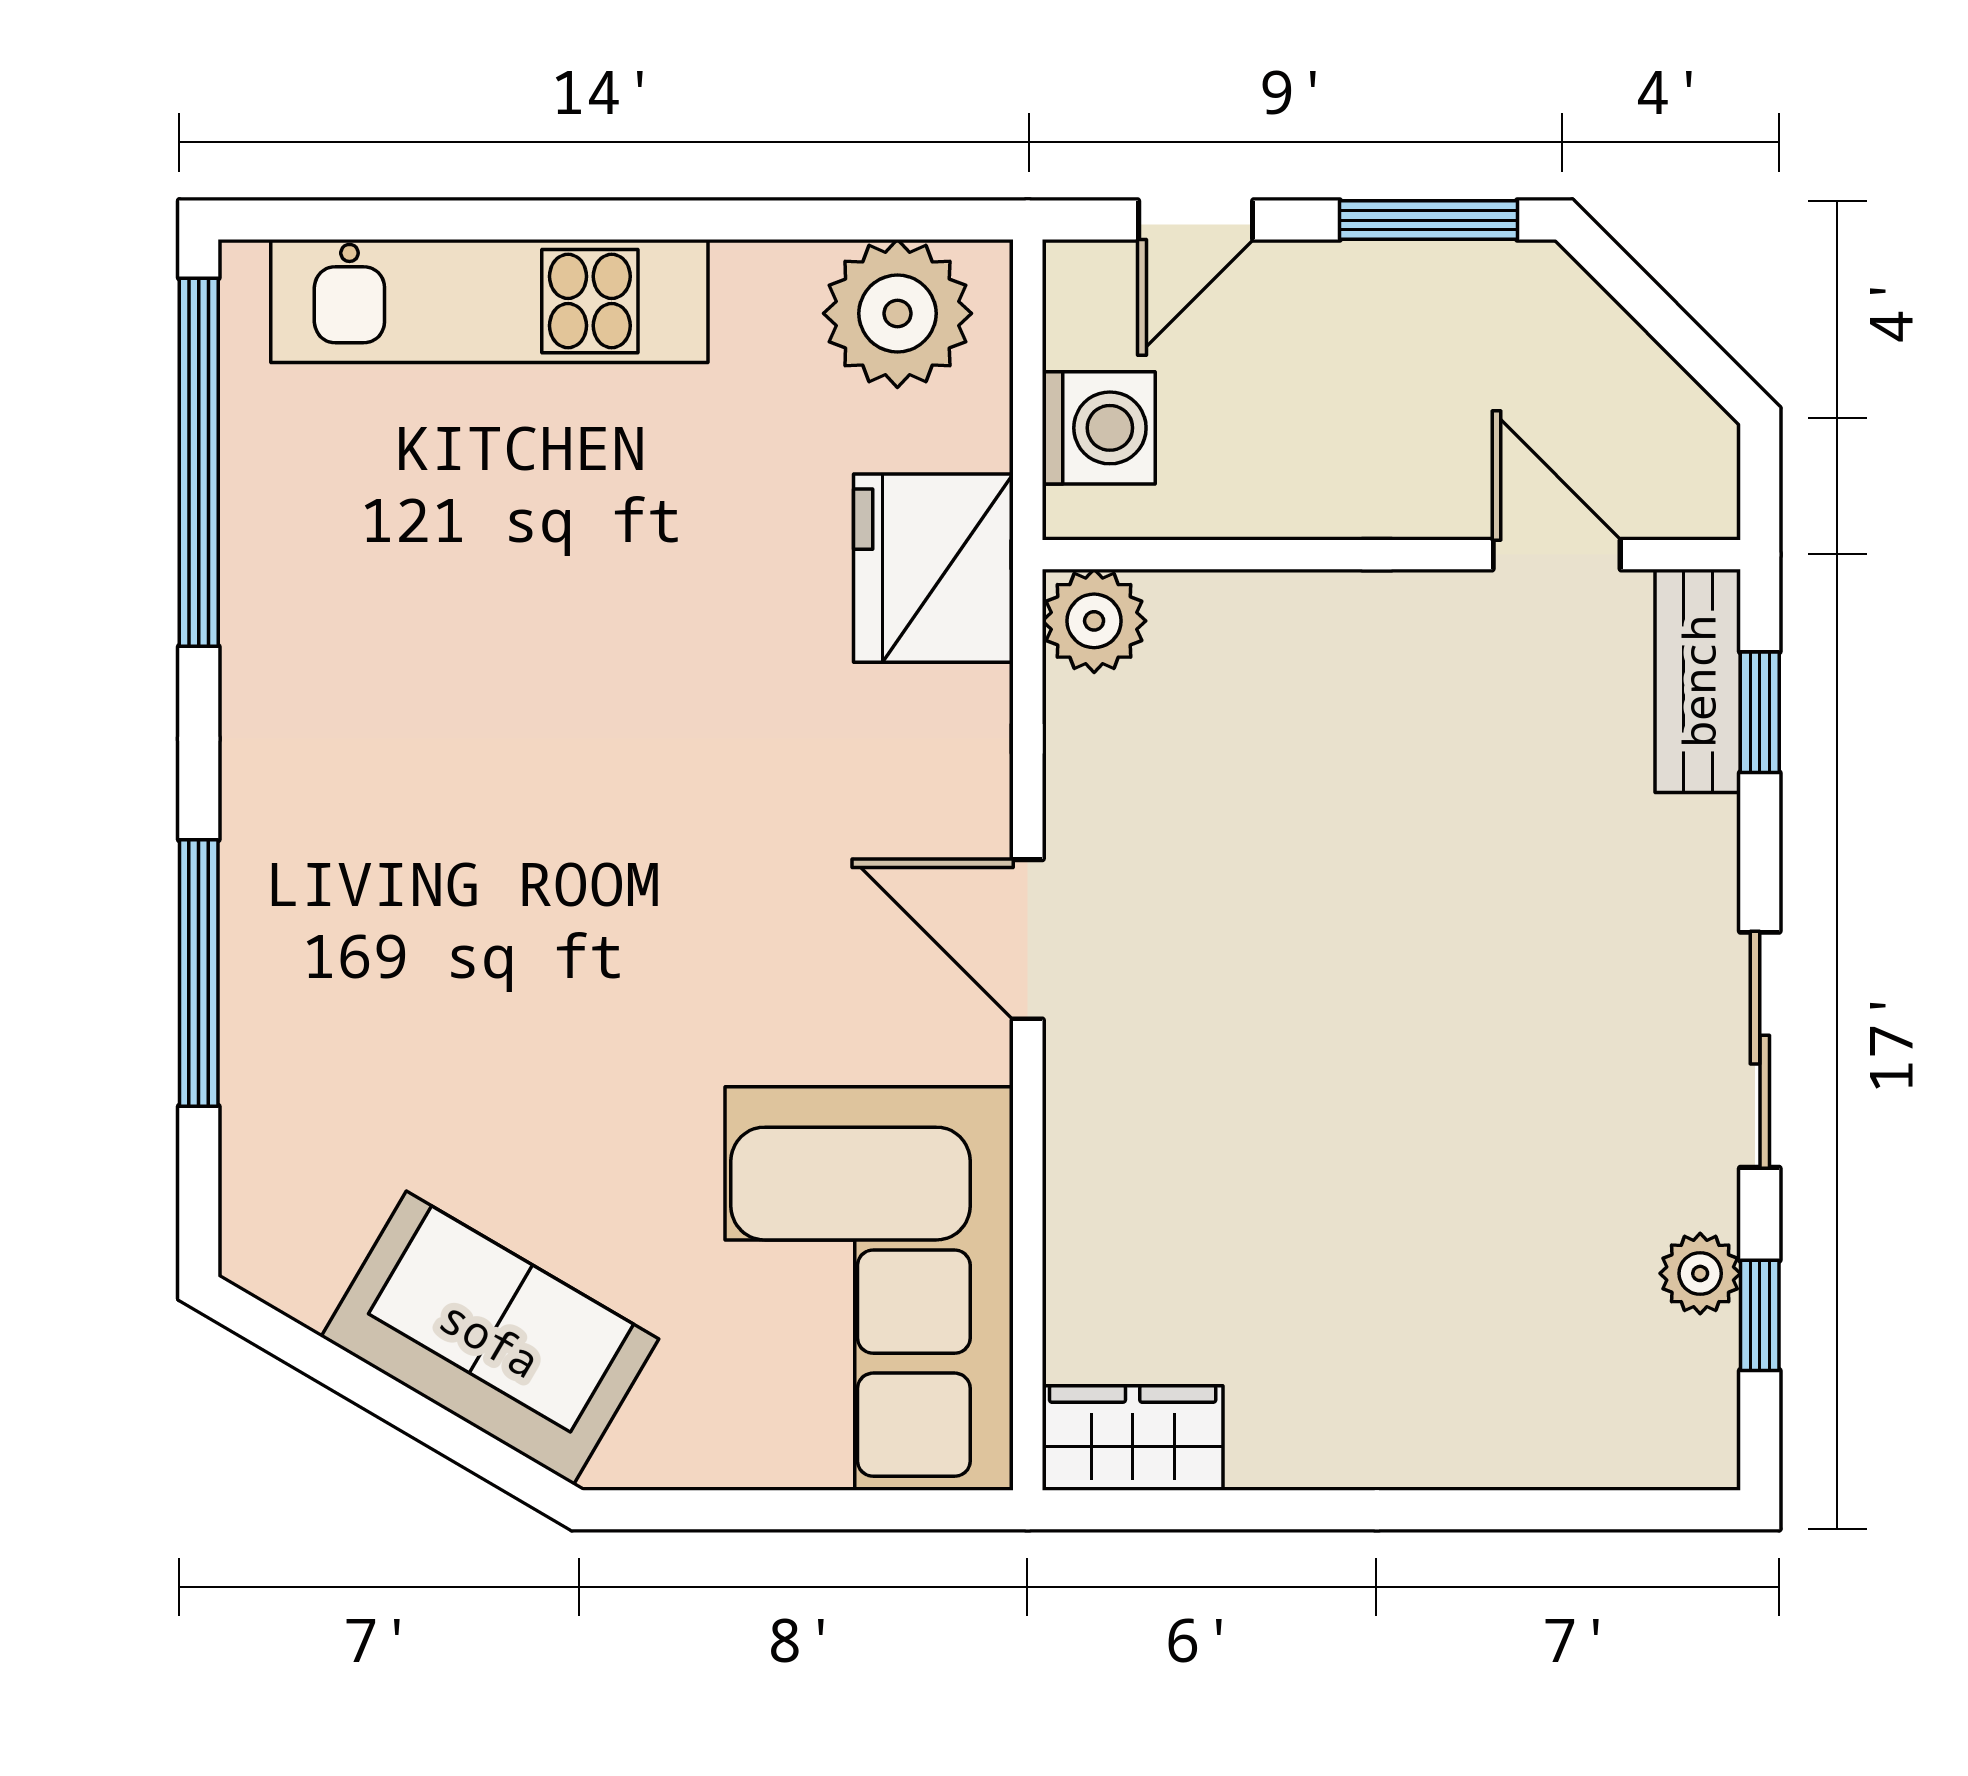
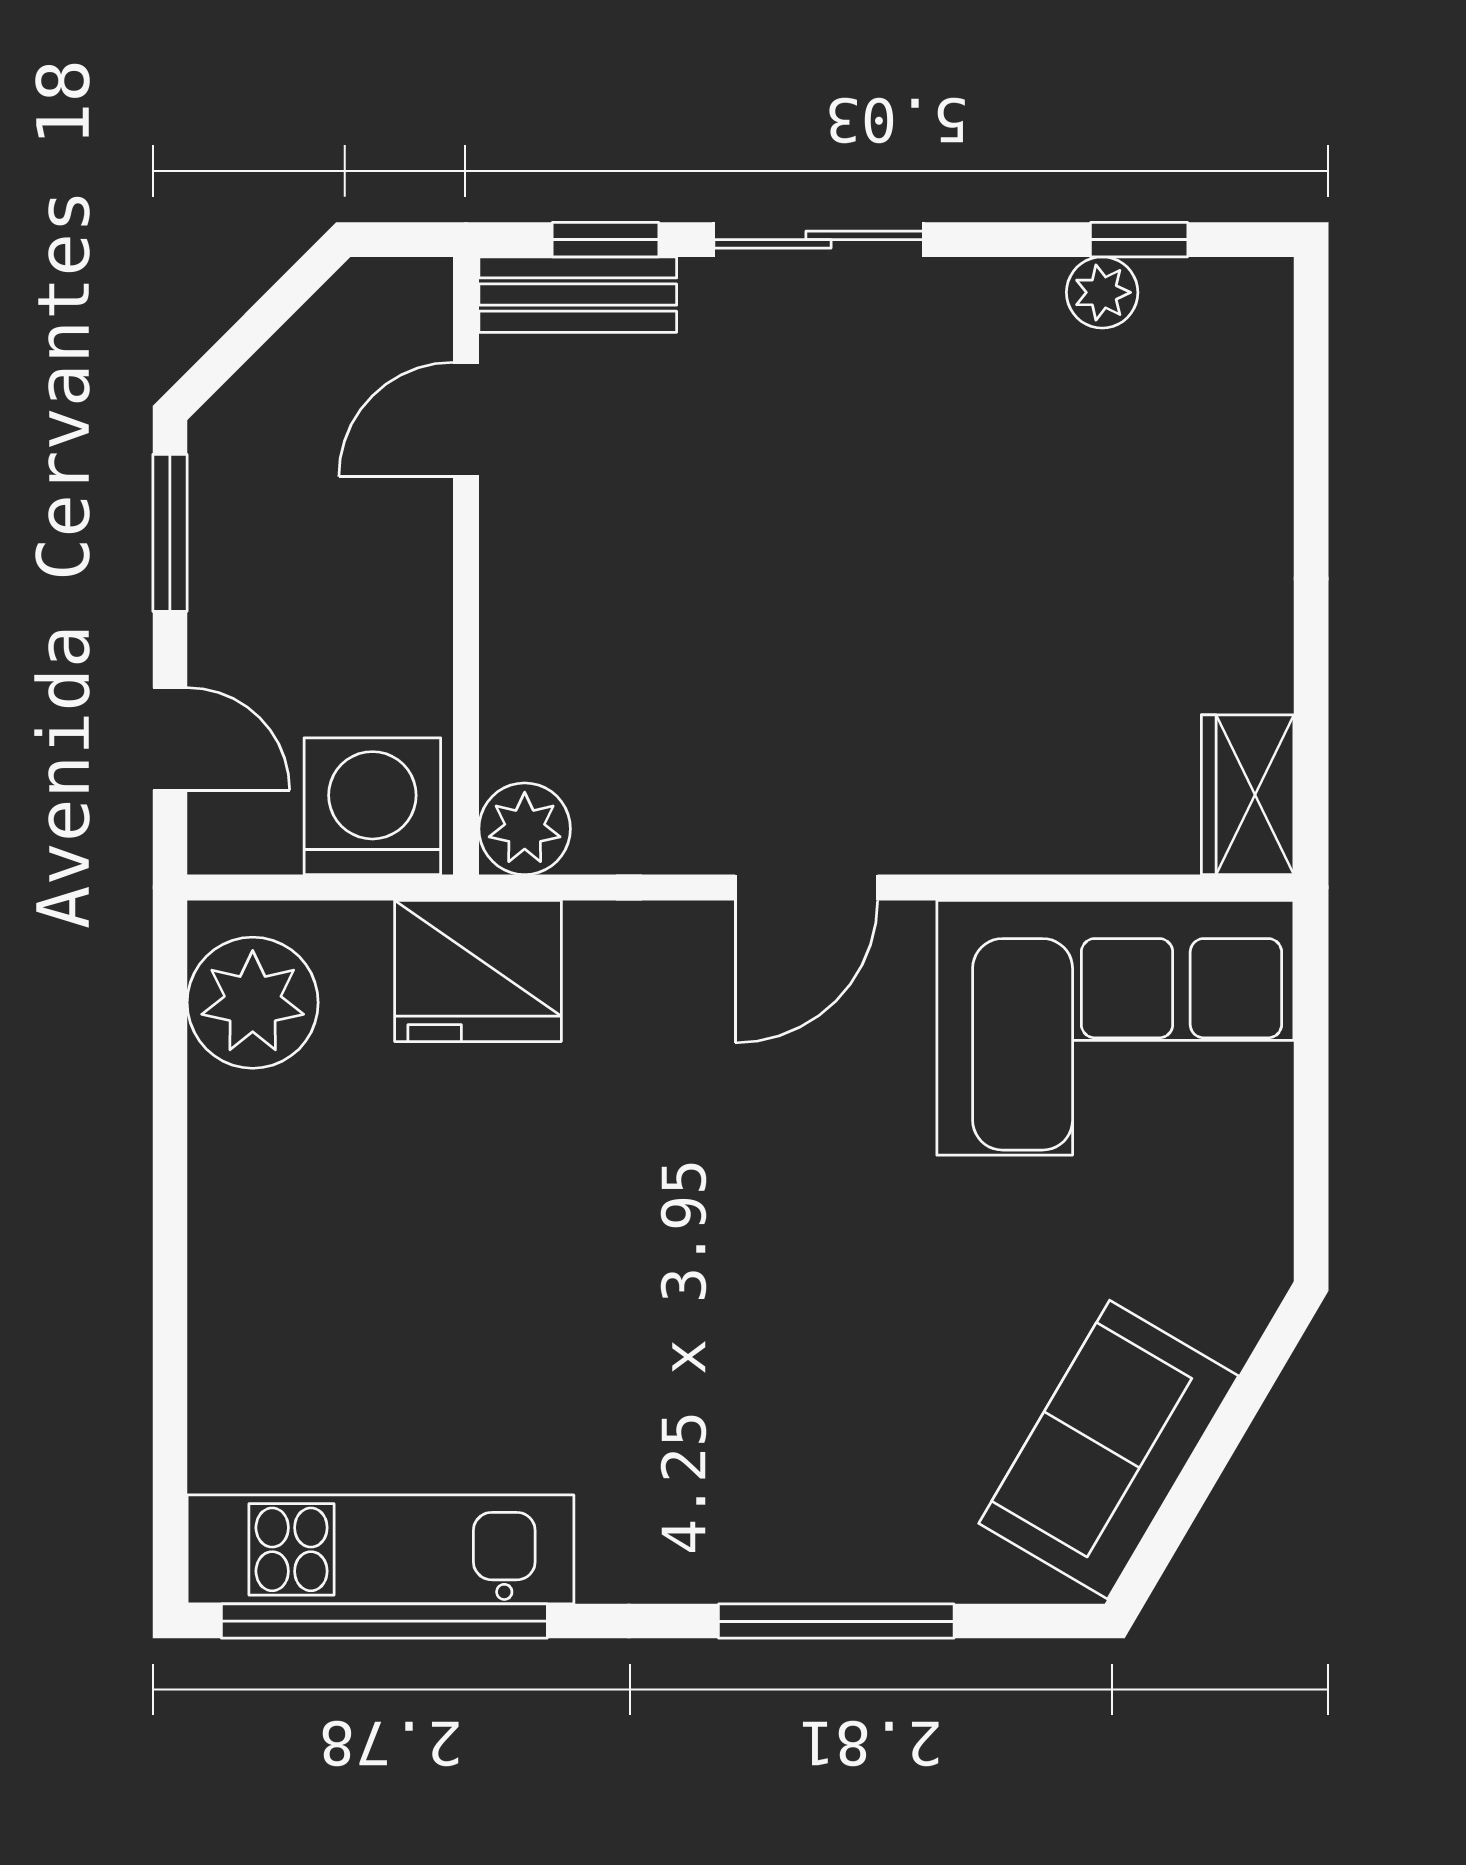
kitchen unit: (489, 301) -> (381, 1549), moved, turned -90
washing machine: (1099, 428) -> (372, 806), width x1.37, depth x1.37
sliding door: (1760, 1050) -> (819, 240), moved
sofa: (490, 1338) -> (1109, 1450), moved

